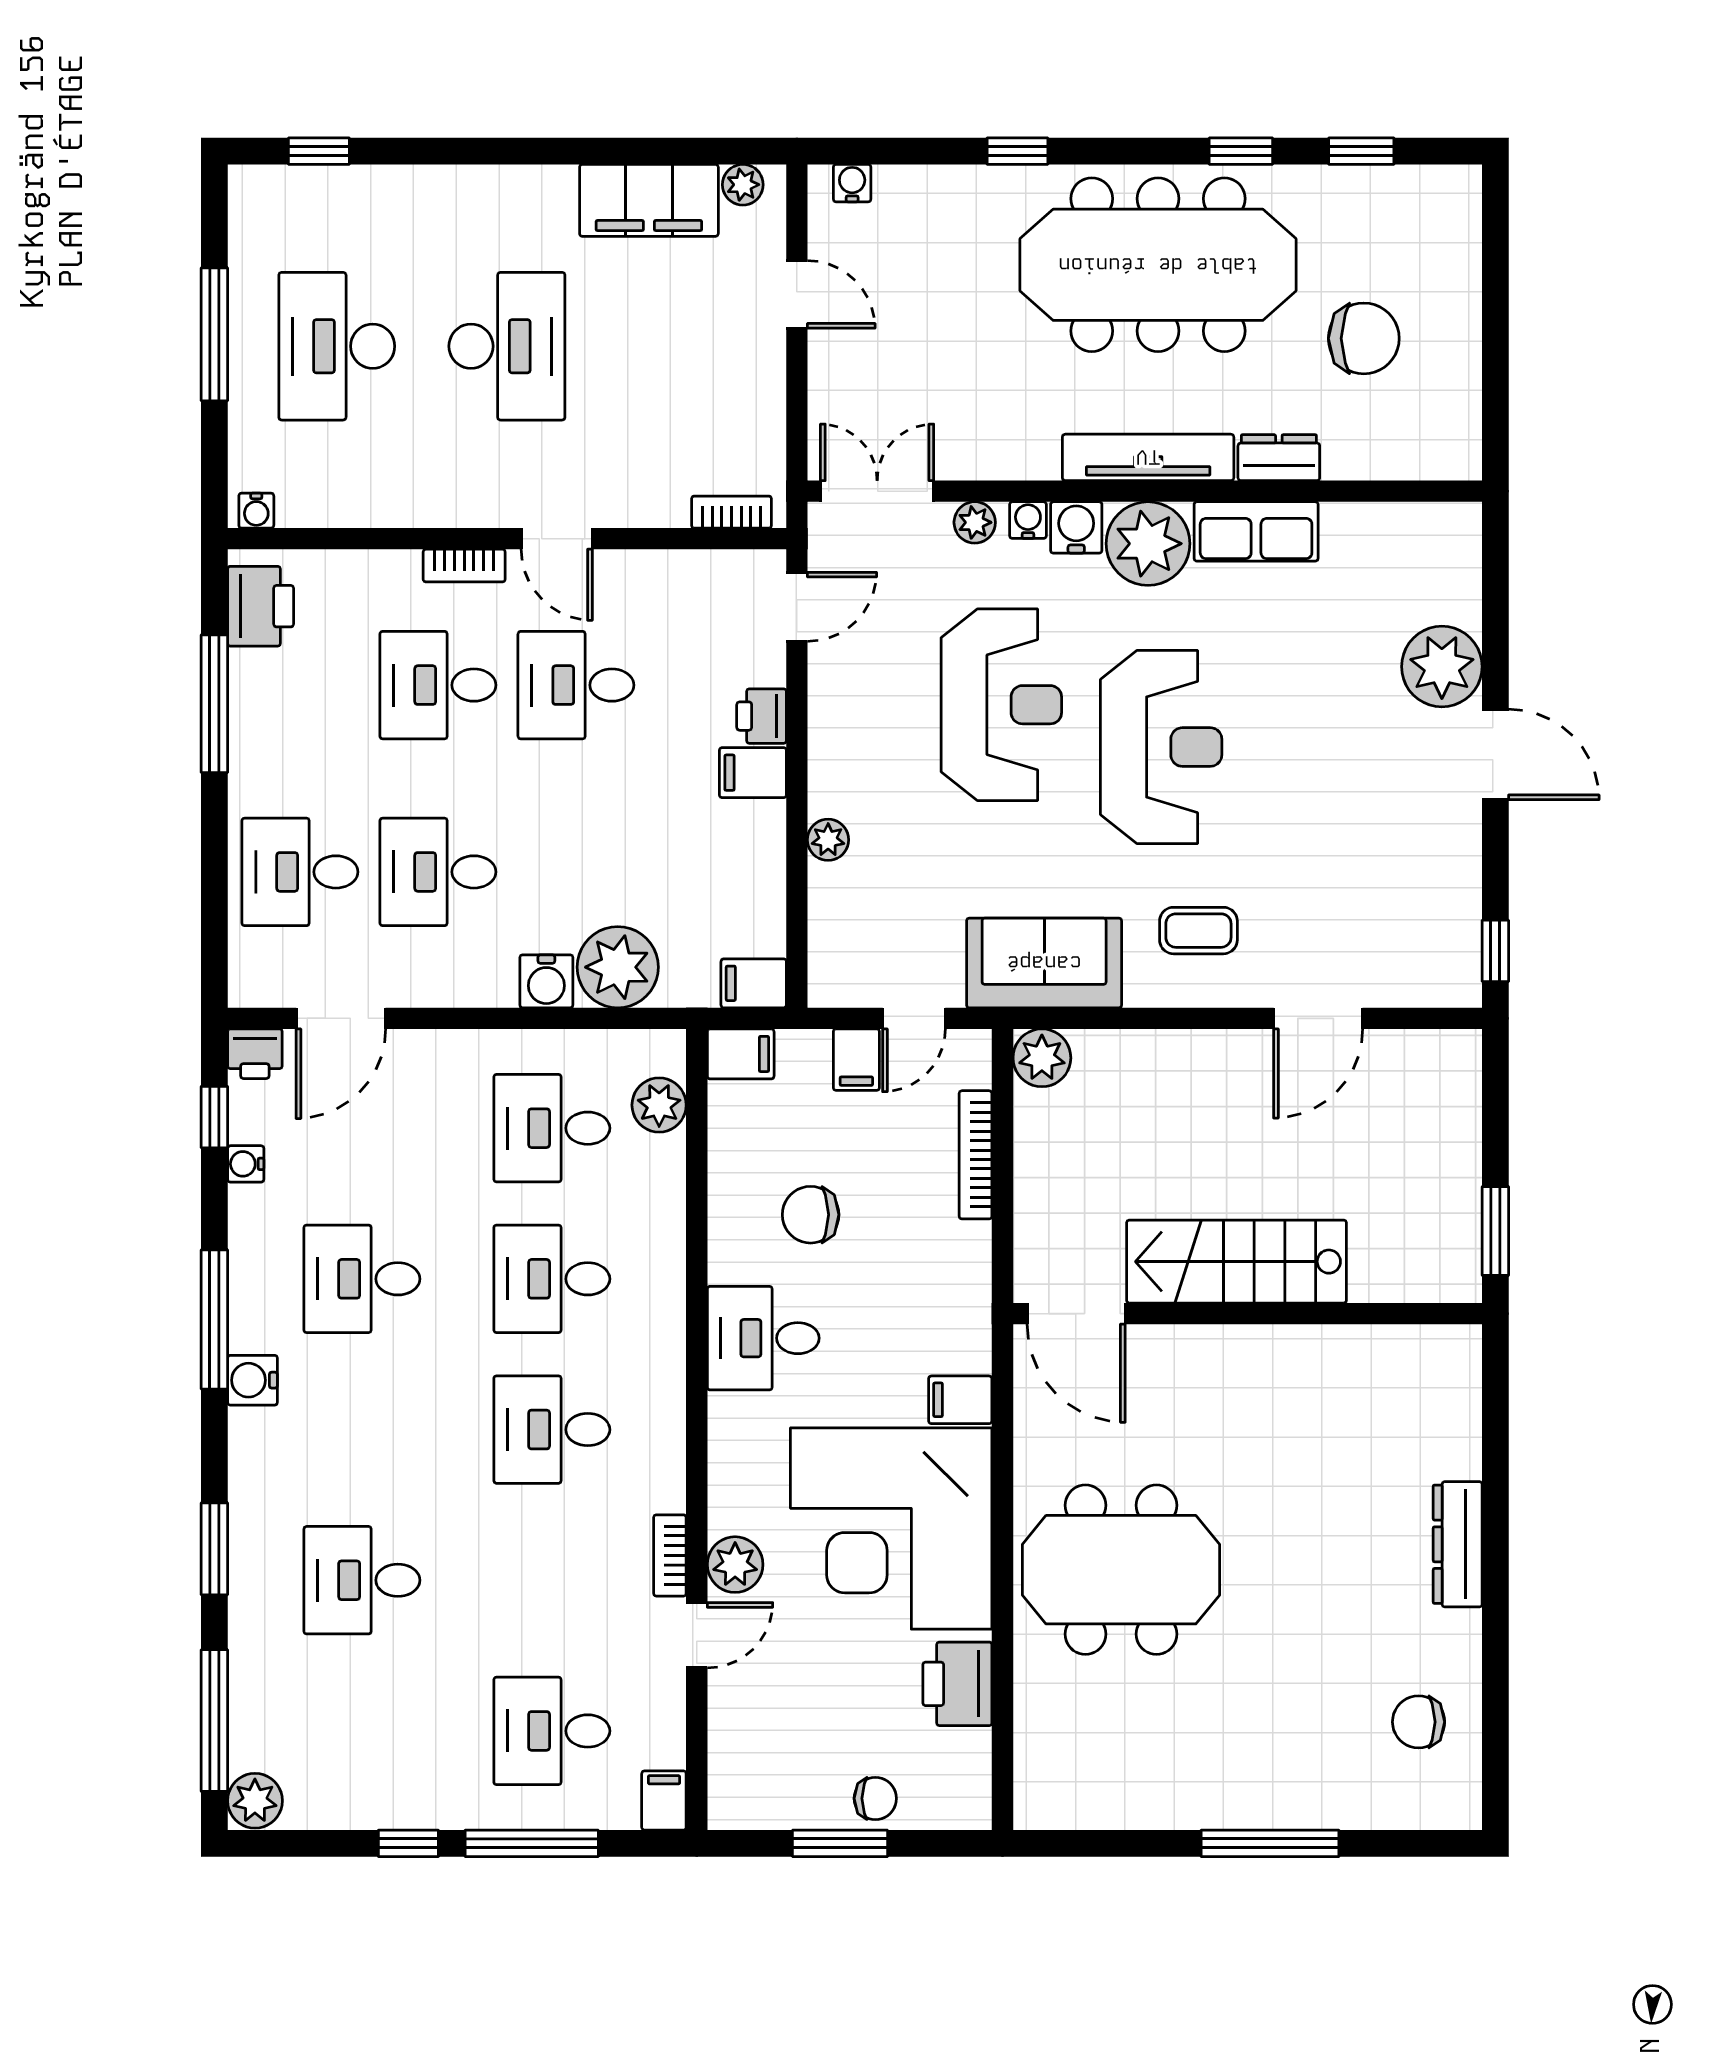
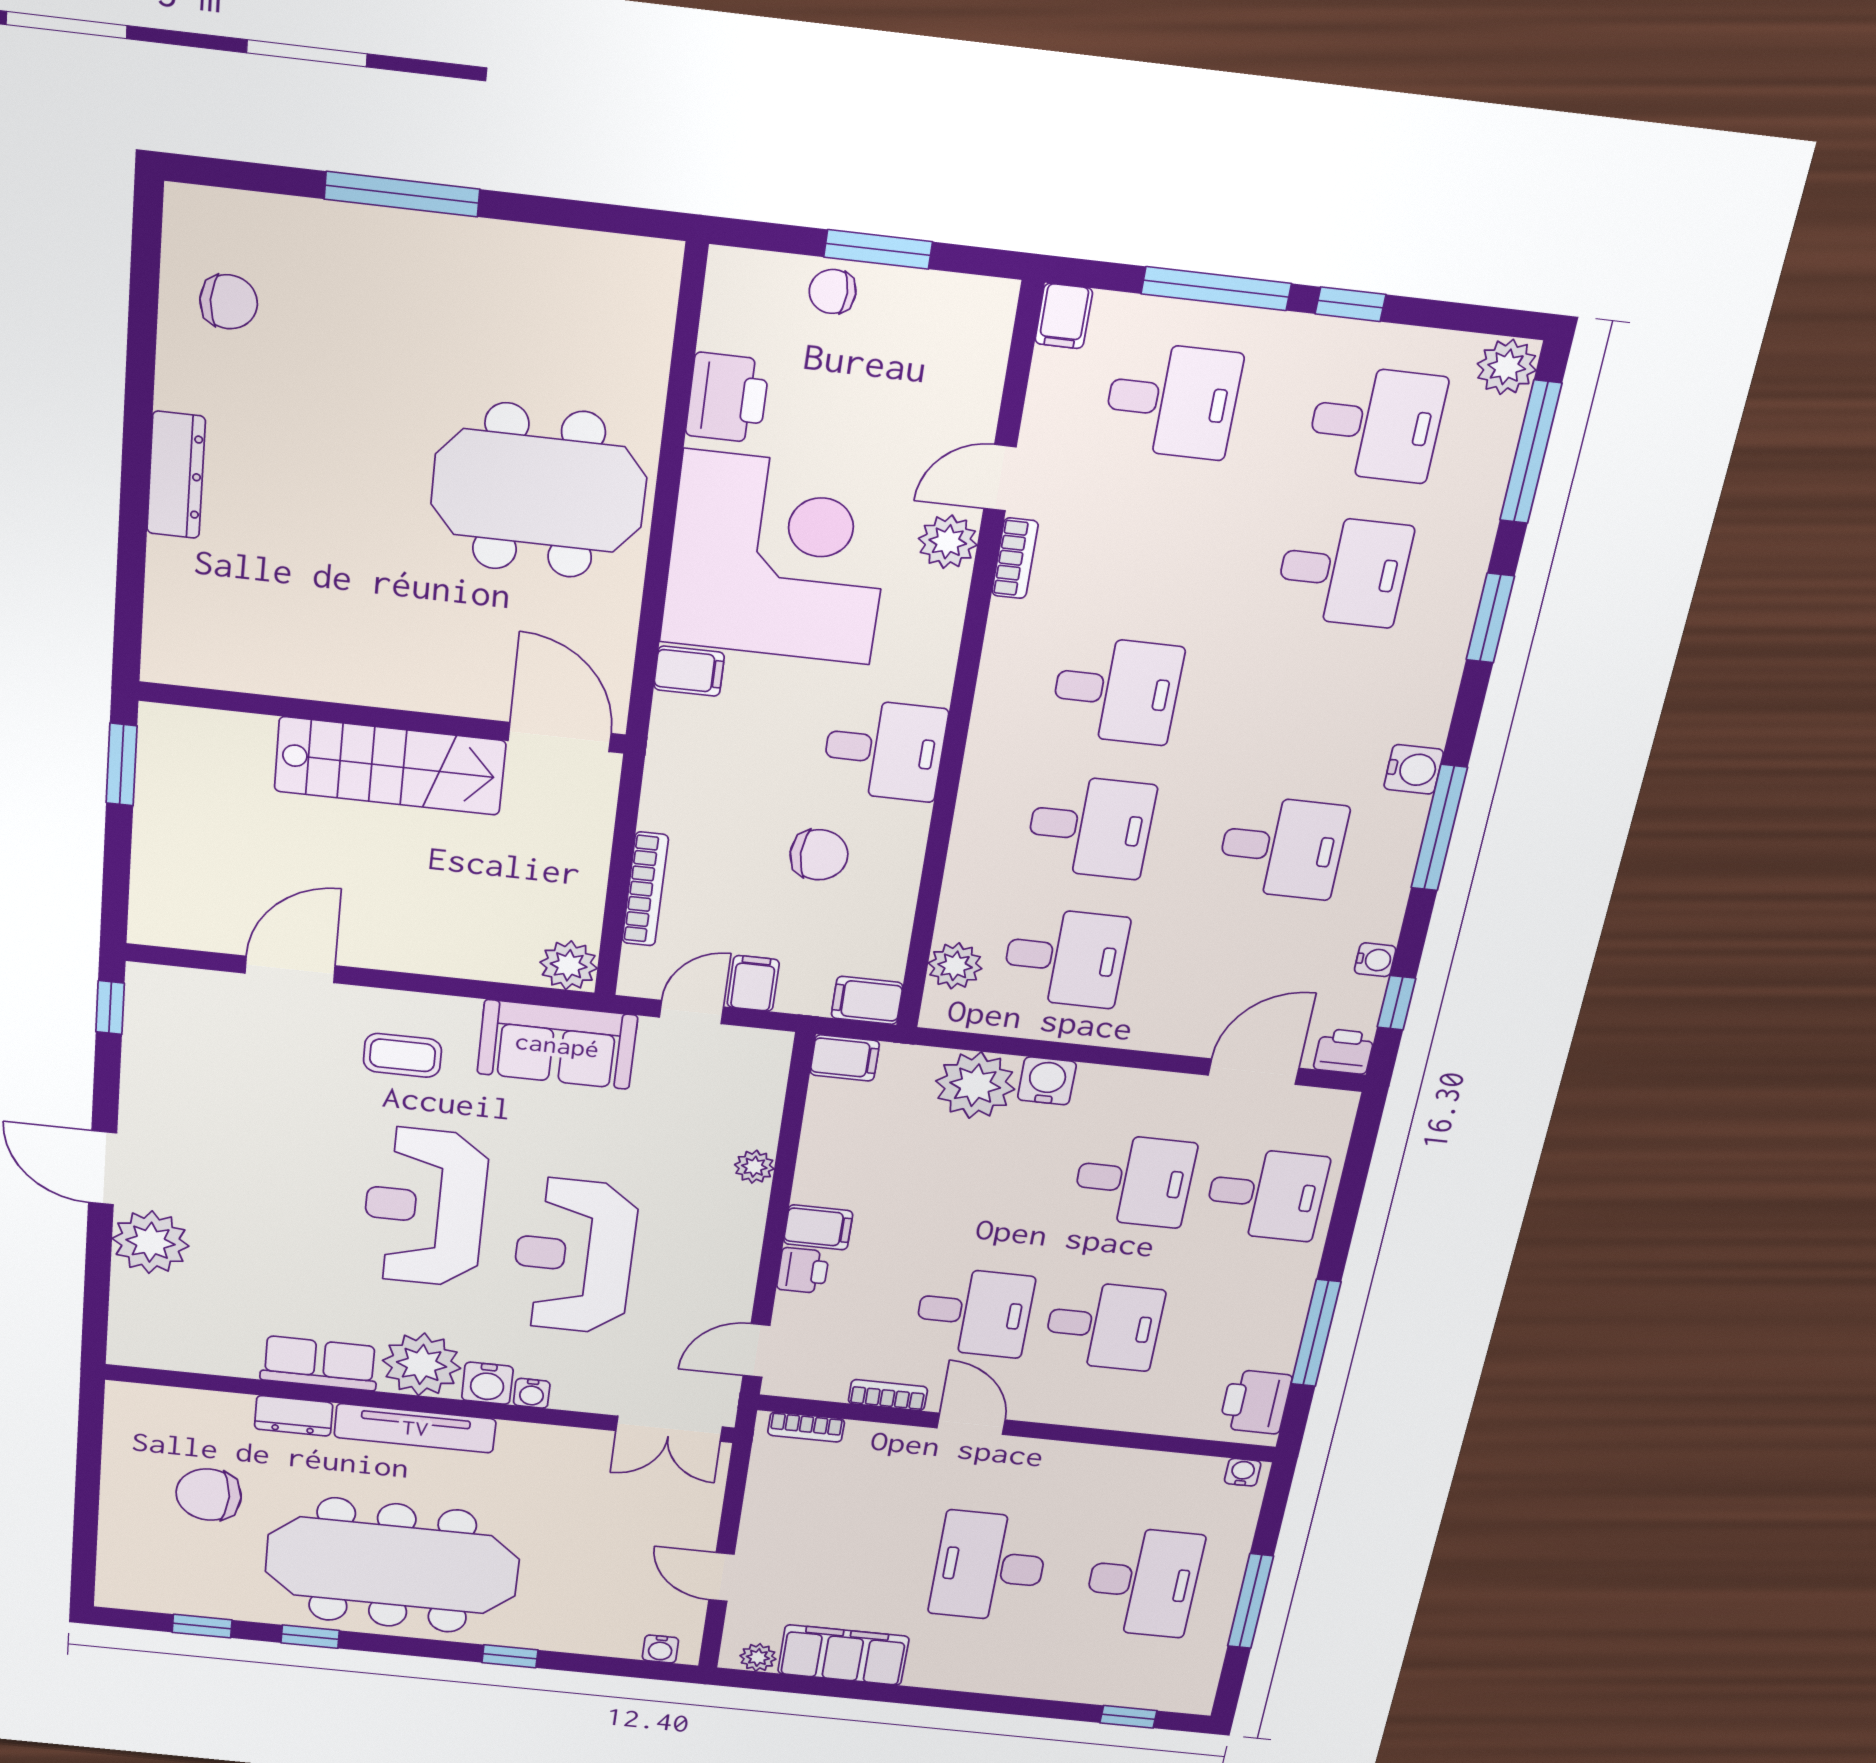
plant: (975, 522) -> (582, 1397), removed
bookcase: (464, 566) -> (888, 1395), moved
desk: (362, 1731) -> (1376, 424), added

